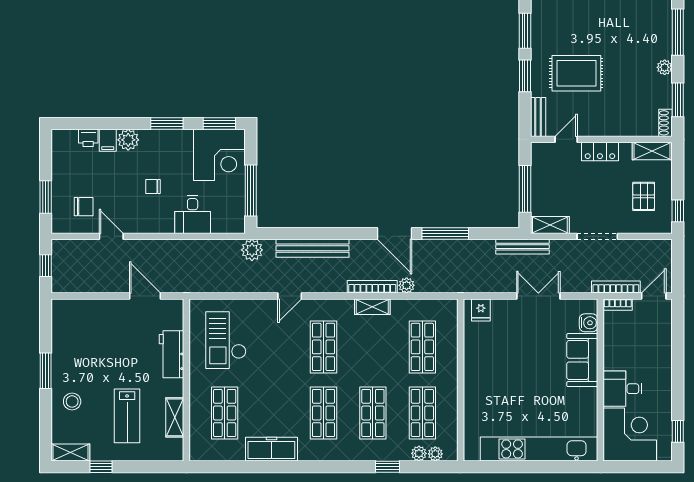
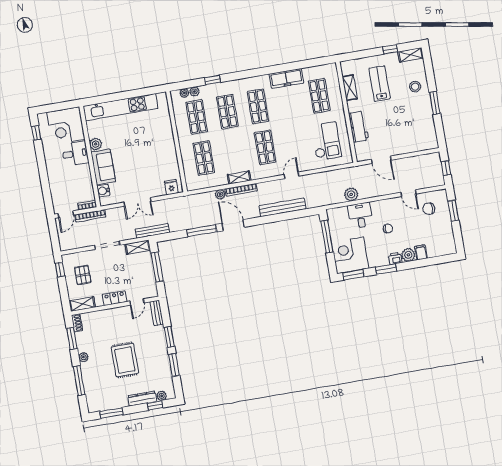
rug: (576, 73) -> (125, 360), moved, turned 90
printer: (88, 138) -> (395, 258), moved
plant: (252, 250) -> (351, 194), moved
plant: (588, 398) -> (96, 144), added

